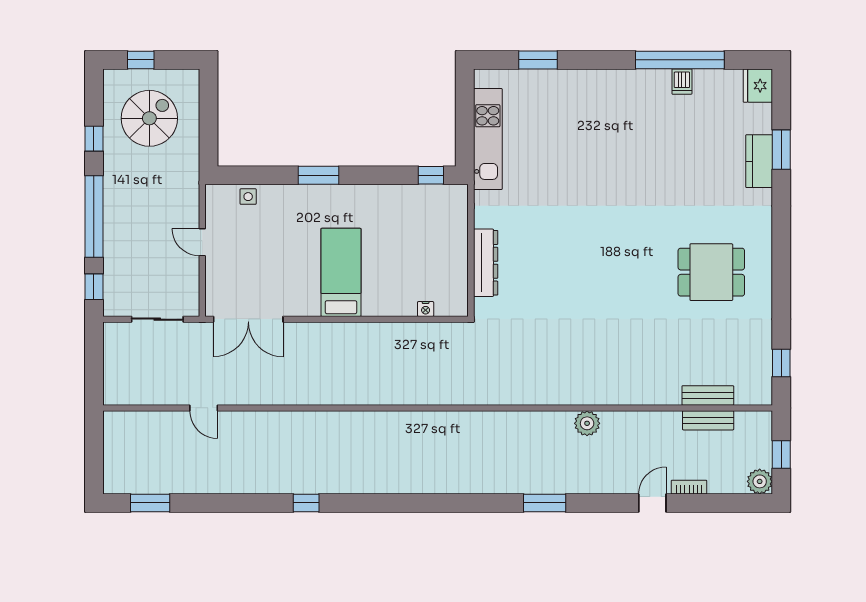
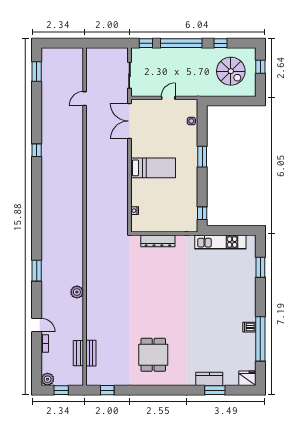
dishwasher: (682, 82) -> (249, 327), moved

